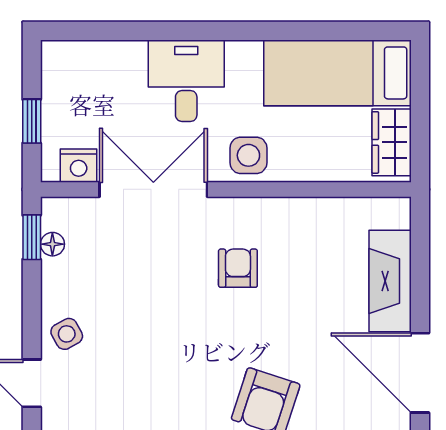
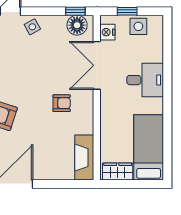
side table: (248, 155) -> (138, 26), moved
double door: (153, 189) -> (97, 65), swing flipped
floor lamp: (52, 244) -> (77, 25), width x1.89, depth x1.89
fireplace: (390, 281) -> (84, 158), moved, turned -90

